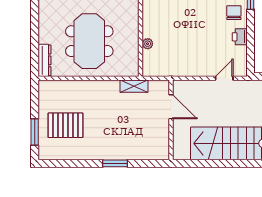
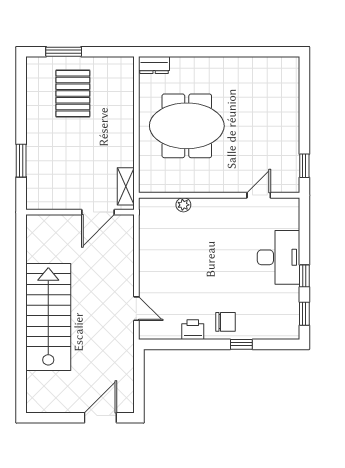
dresser: (45, 60) -> (154, 65), width x0.70
door: (171, 107) -> (98, 212), moved
wall: (171, 120) -> (80, 212), moved

